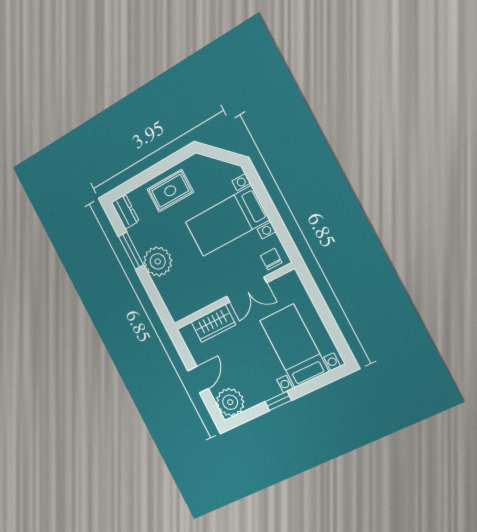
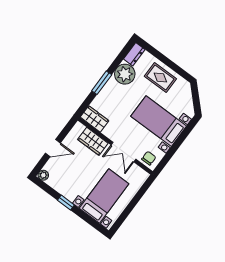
window: (131, 251) -> (102, 83), moved
plant: (158, 261) -> (125, 74), moved
wardrobe: (185, 306) -> (95, 119), added
plant: (230, 402) -> (43, 175), width x0.53, depth x0.53

